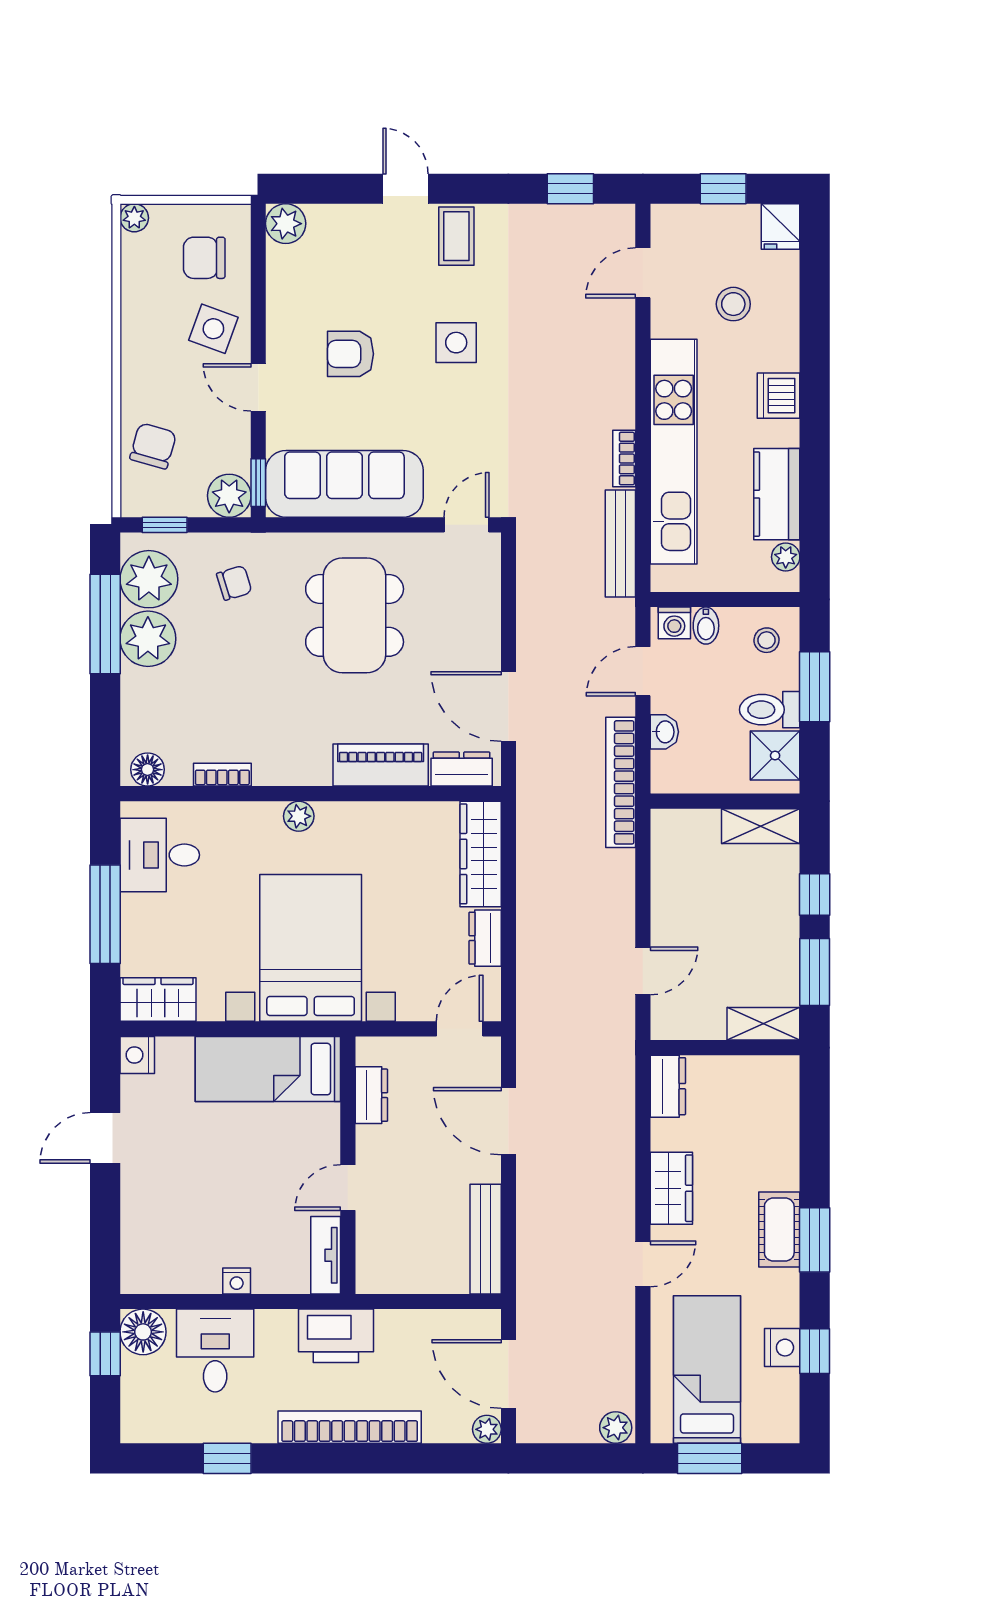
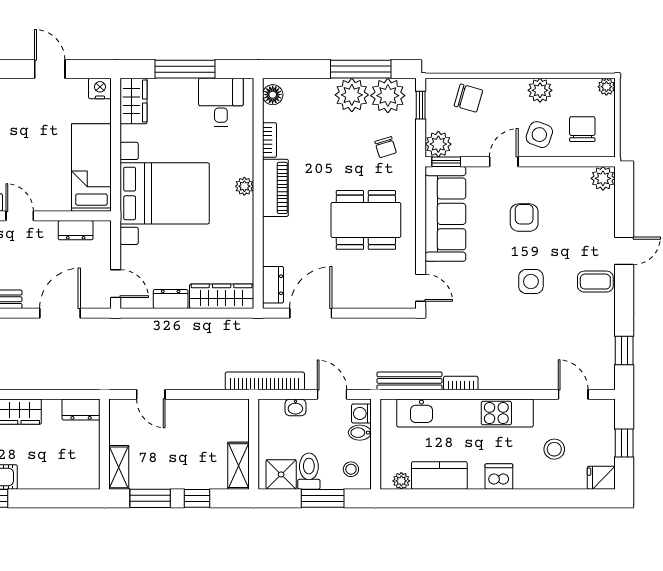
plant: (140, 328) -> (540, 90), added
piano: (381, 765) -> (275, 188), moved

